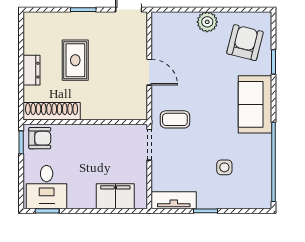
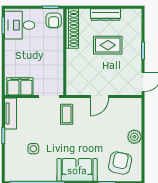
armchair: (245, 43) -> (120, 163), turned -92
dresser: (31, 70) -> (105, 15), width x1.44
filing cabinet: (115, 196) -> (20, 86), moved, turned -90

